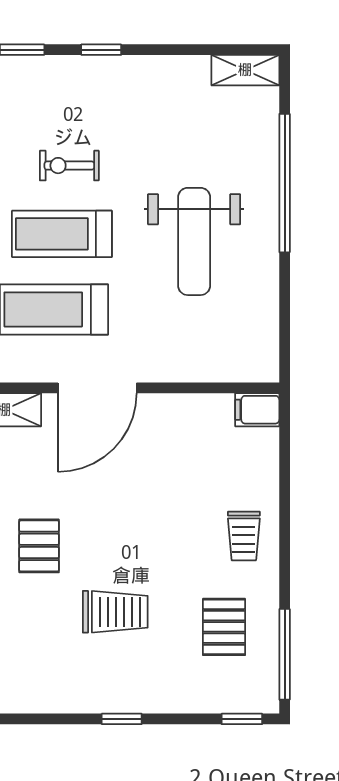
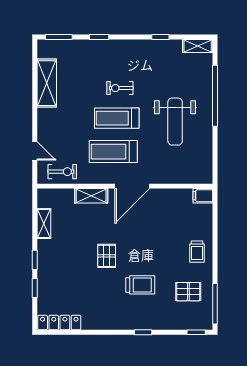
window: (101, 50) -> (160, 37), moved
pallet: (224, 627) -> (188, 292), turned 90

